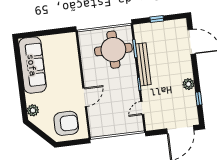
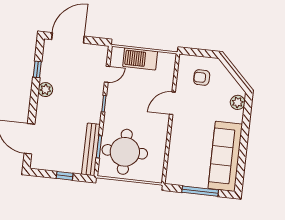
window: (46, 33) -> (200, 191), added
bench: (143, 64) -> (91, 149), moved
armchair: (66, 123) -> (202, 78), width x0.53, depth x0.53
barbecue: (119, 127) -> (140, 59), added

